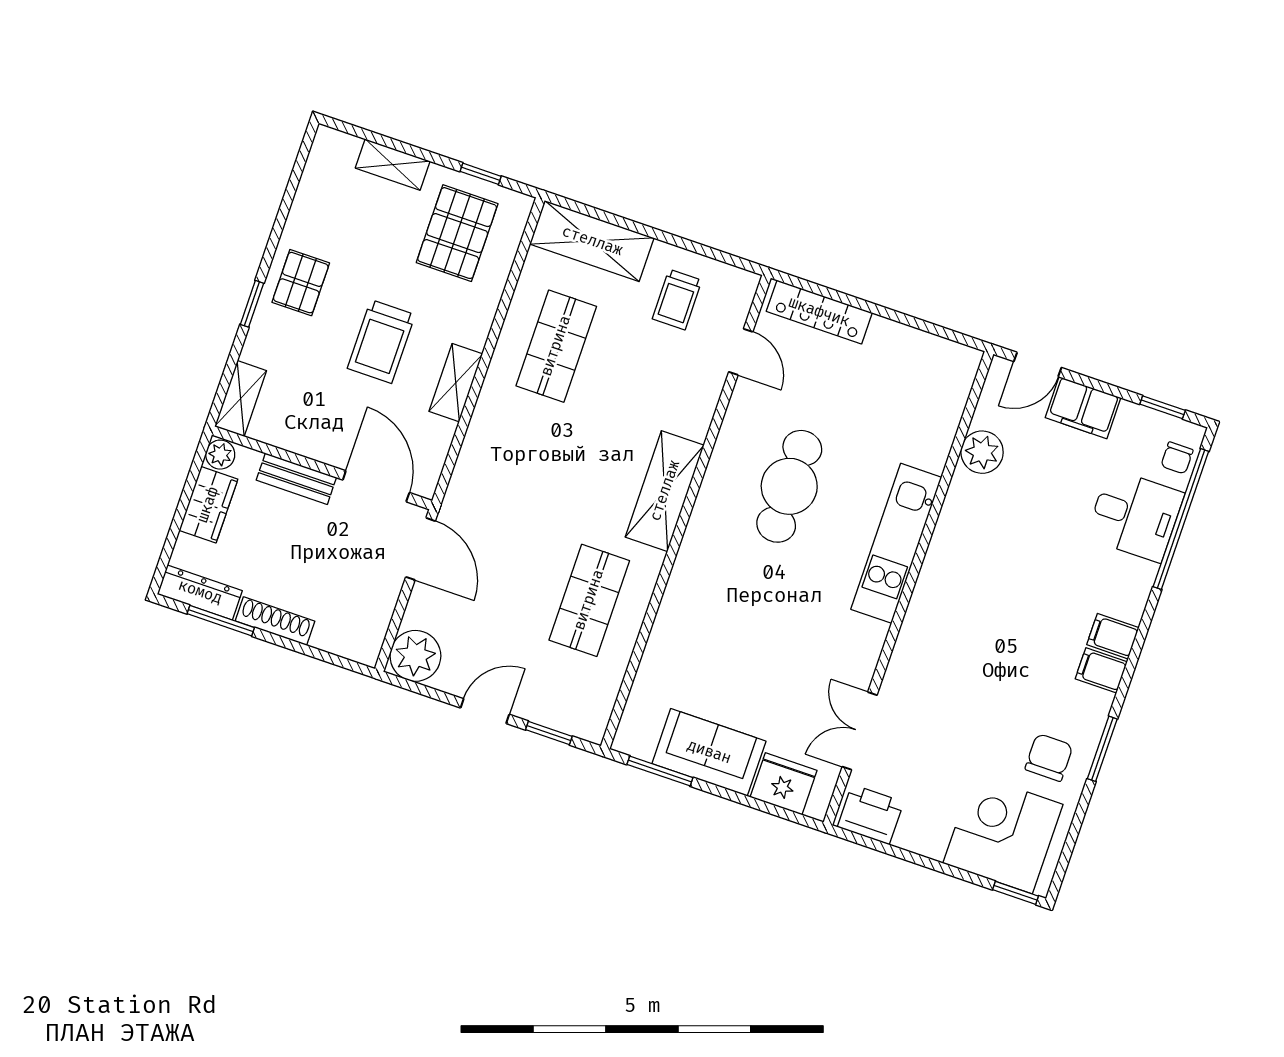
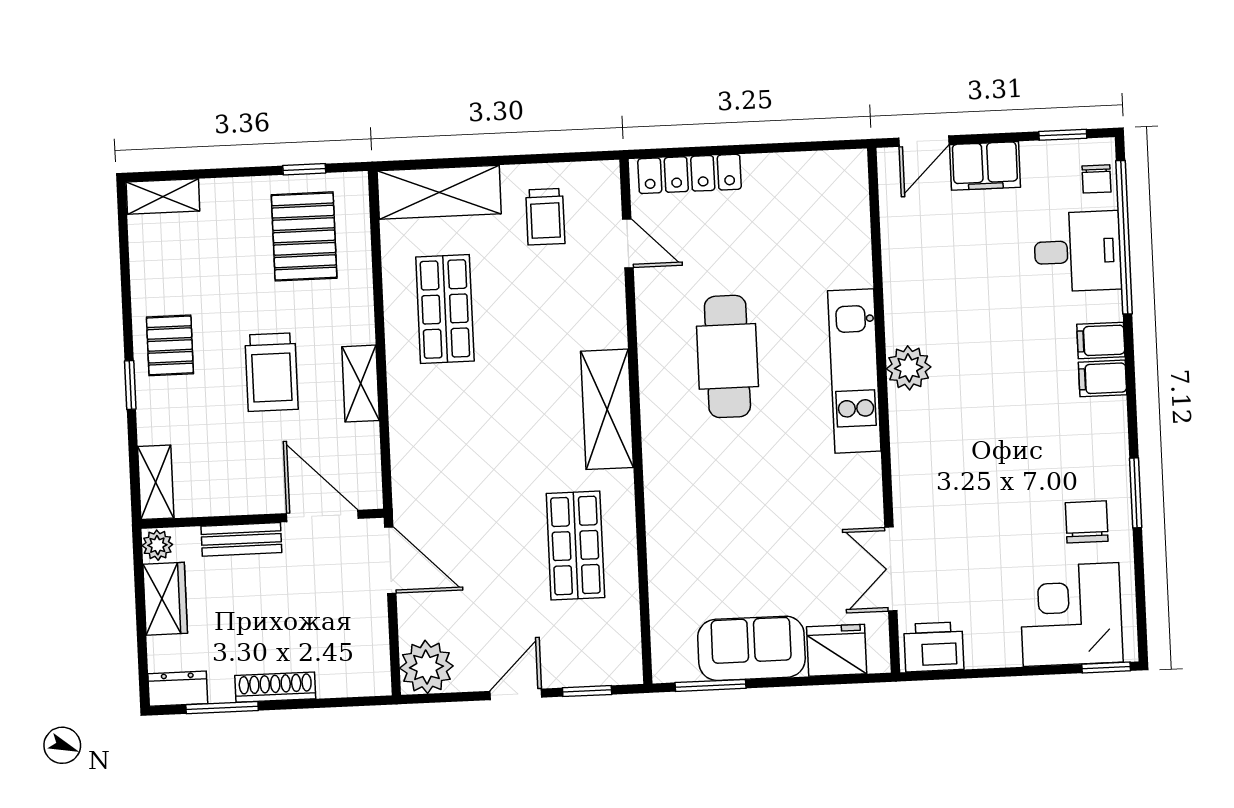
shelving: (393, 165) -> (163, 197), moved
plant: (982, 452) -> (909, 368), moved
dresser: (200, 592) -> (178, 689), width x0.70
filing cabinet: (1101, 670) -> (1101, 340), moved

